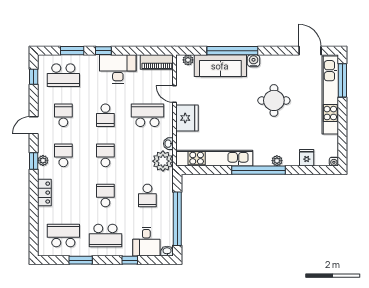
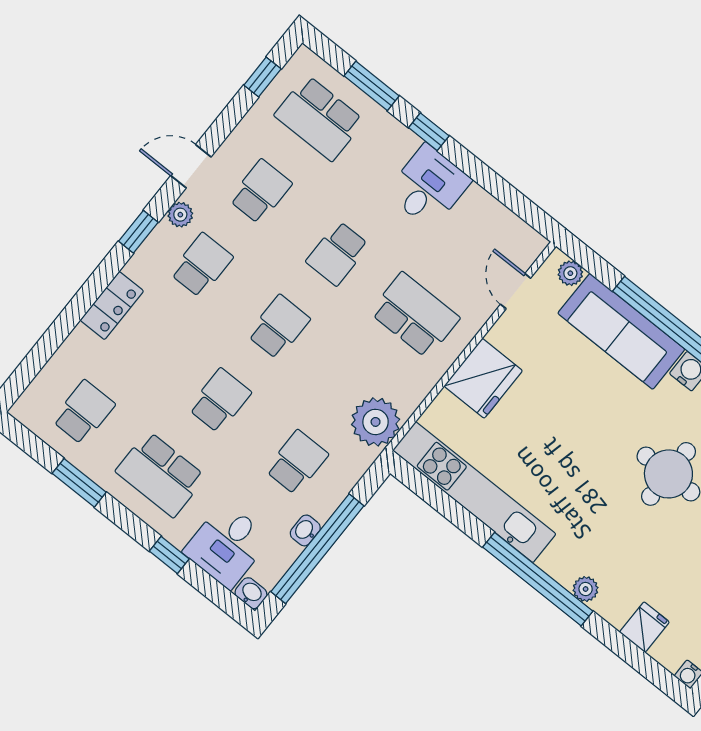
piano: (157, 62) -> (510, 231), removed
desk: (118, 69) -> (429, 186), width x0.73
door: (175, 94) -> (516, 291), moved
washbasin: (168, 144) -> (305, 530), moved
plant: (43, 160) -> (180, 215), moved
school desk: (147, 195) -> (297, 462), turned 180
school desk: (63, 236) -> (84, 412), width x0.54

